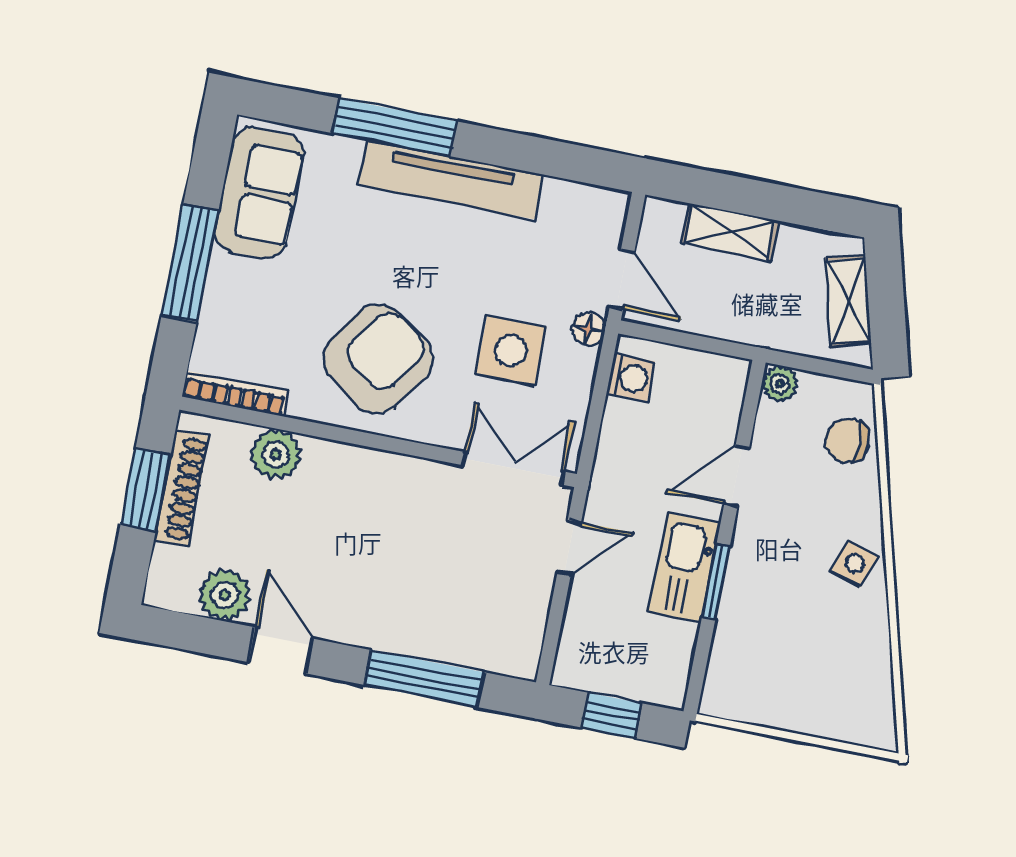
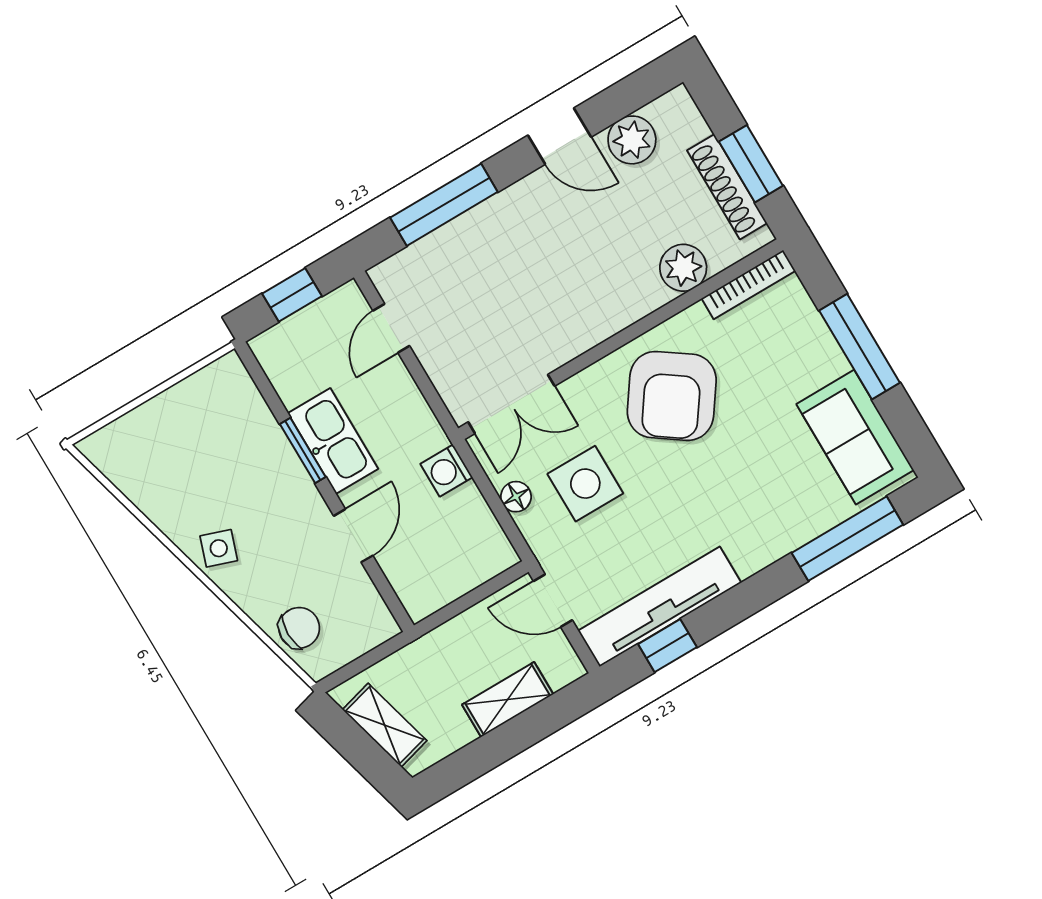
window: (395, 127) -> (847, 539), moved
window: (562, 160) -> (667, 646), added
tv unit: (451, 180) -> (660, 607), moved
floor lamp: (589, 329) -> (516, 497), moved
washing machine: (631, 378) -> (446, 471), moved
plant: (780, 384) -> (380, 626), removed
door: (569, 547) -> (391, 328), moved

